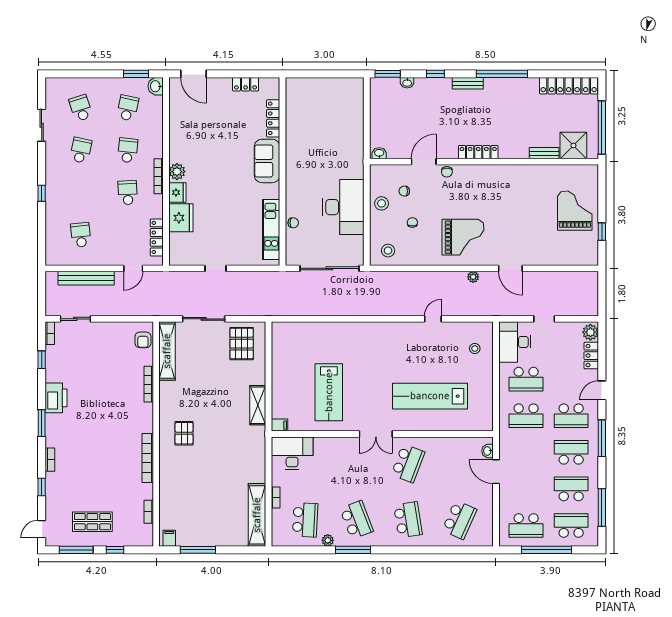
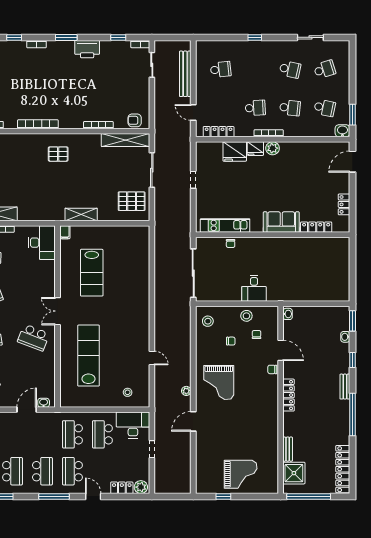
desk: (343, 207) -> (254, 288), width x0.53, depth x0.77
lab bench: (329, 392) -> (92, 273), turned -90

